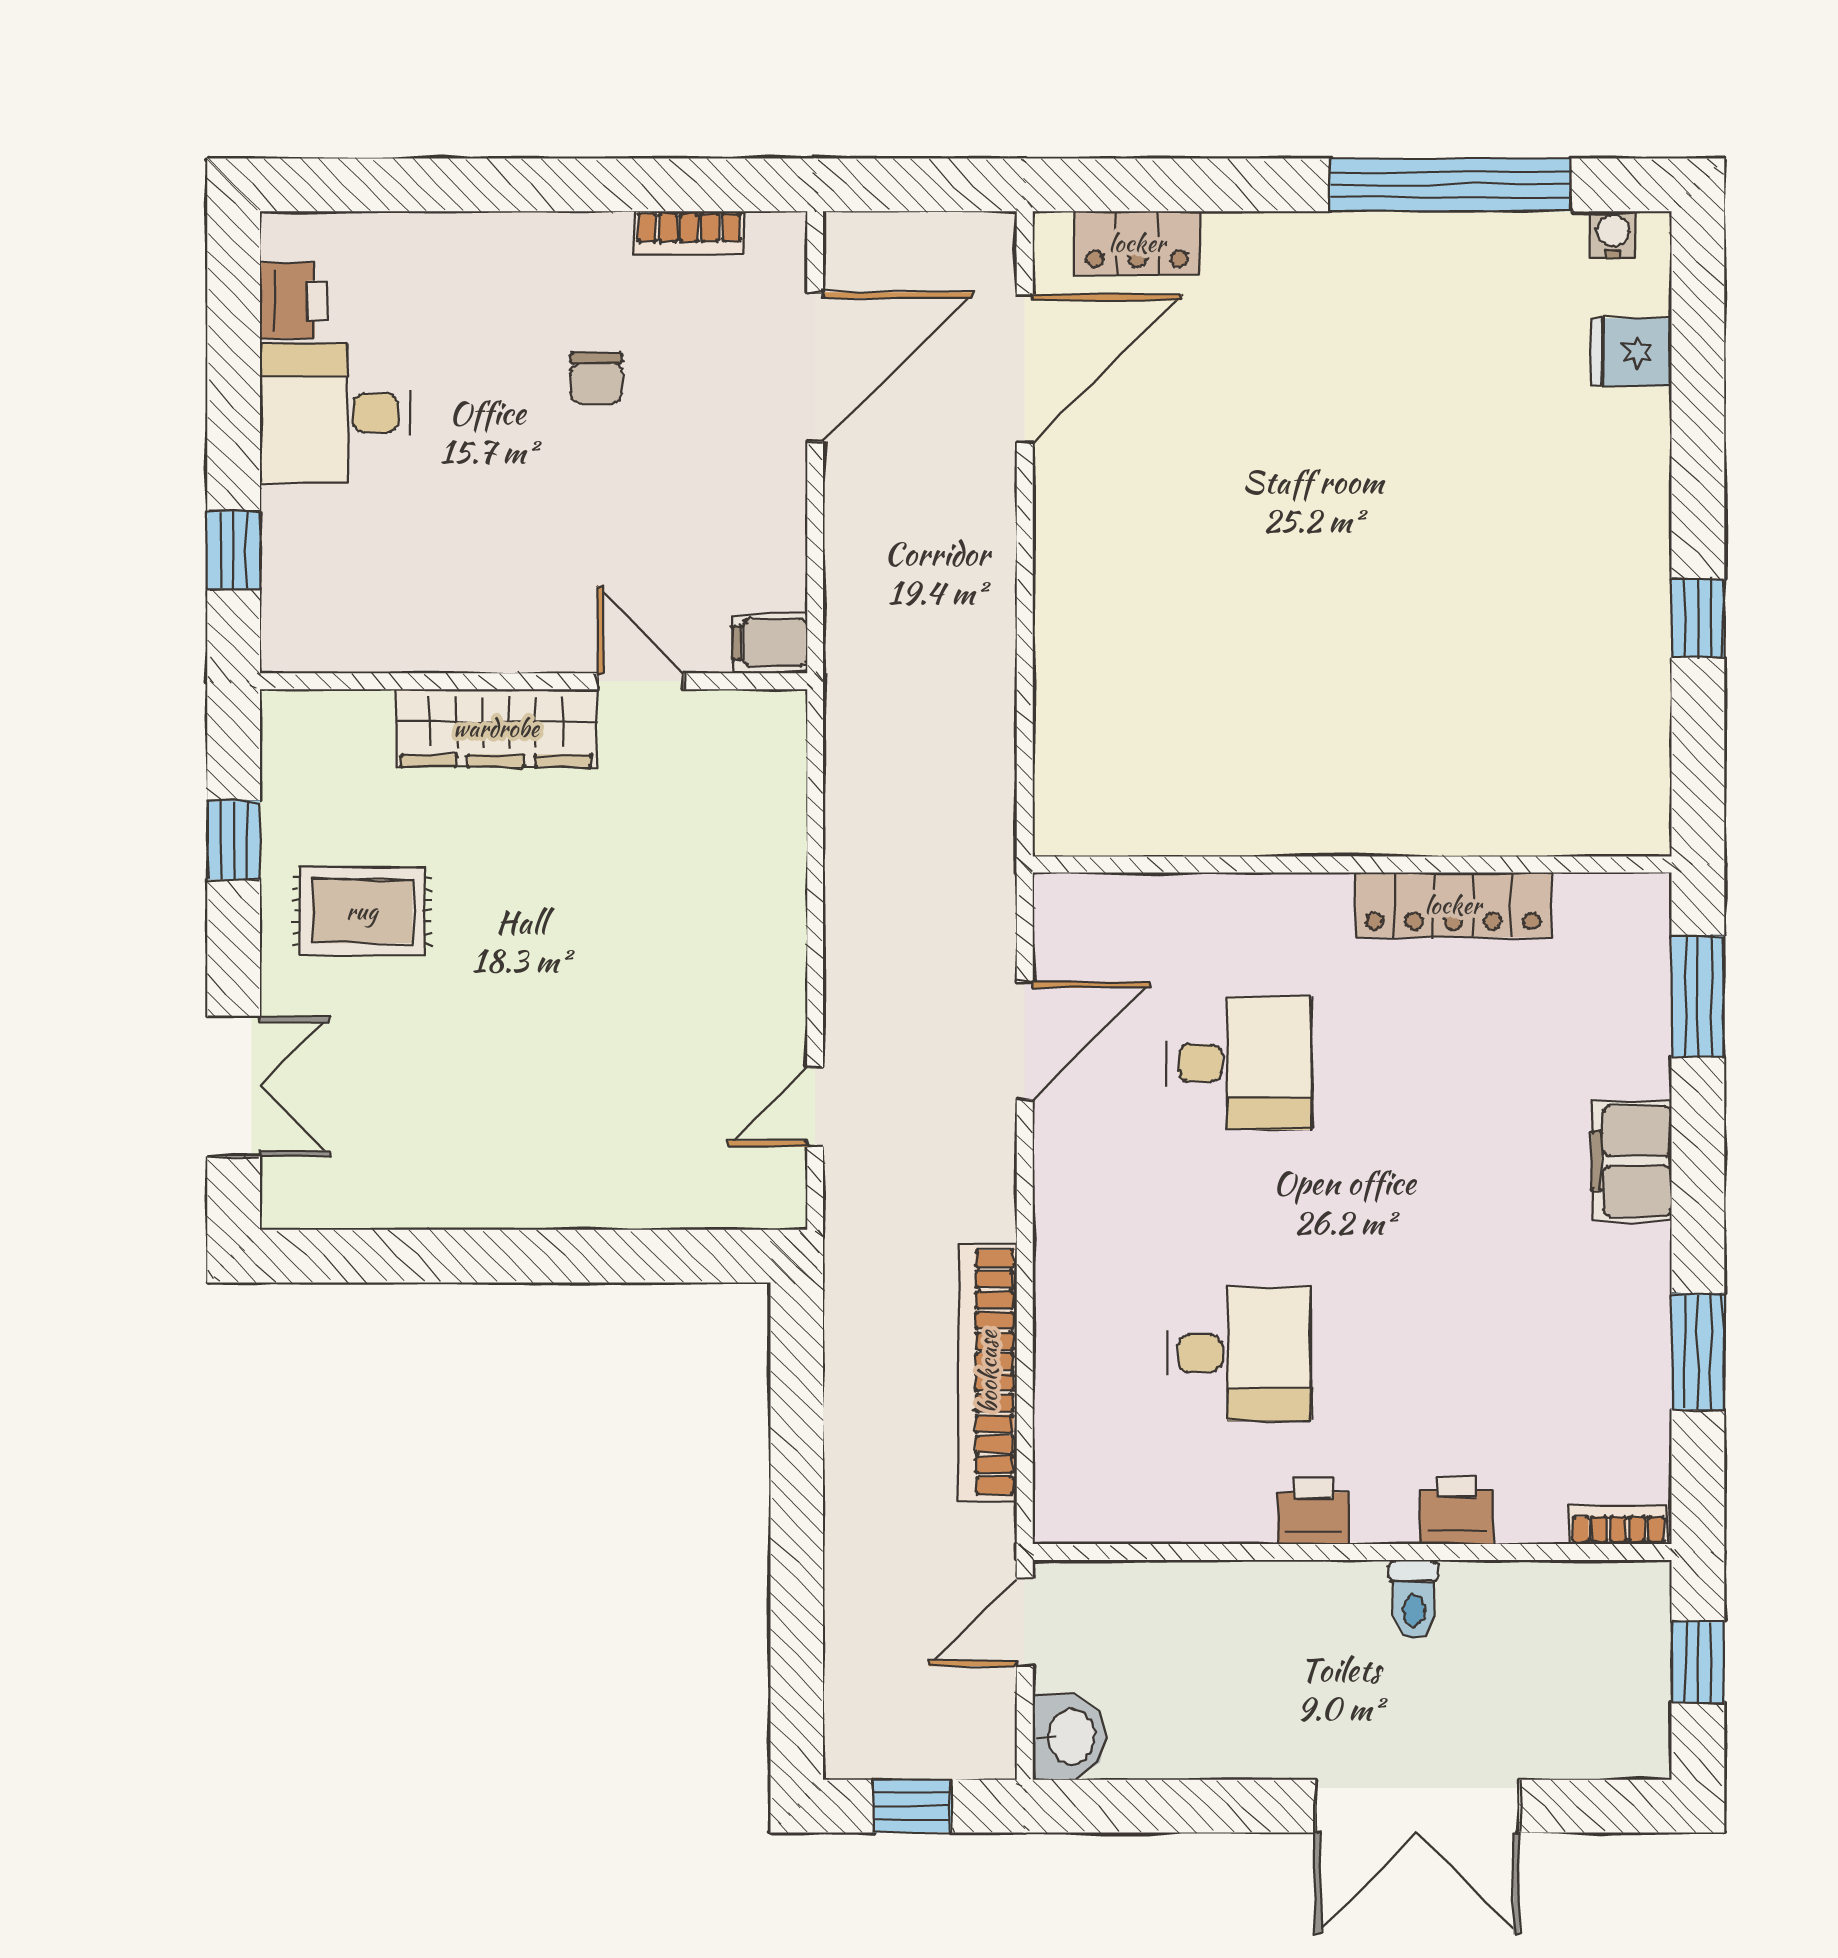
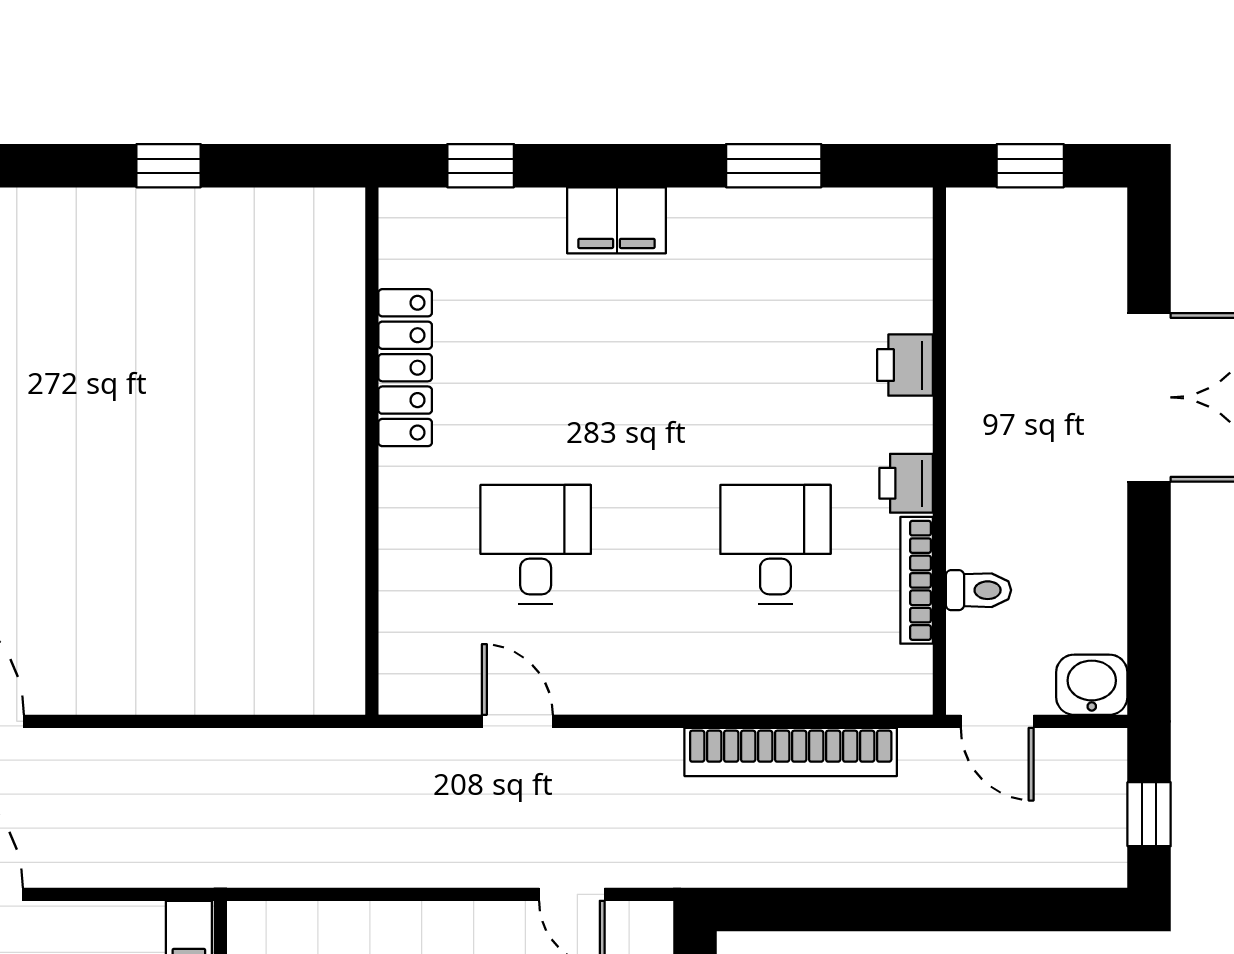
window: (1698, 996) -> (481, 166), width x0.67
door: (1025, 1041) -> (517, 721), width x0.73
bookcase: (1618, 1525) -> (917, 580), moved, width x1.56
toilet: (1414, 1599) -> (978, 590), moved

